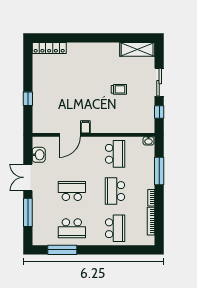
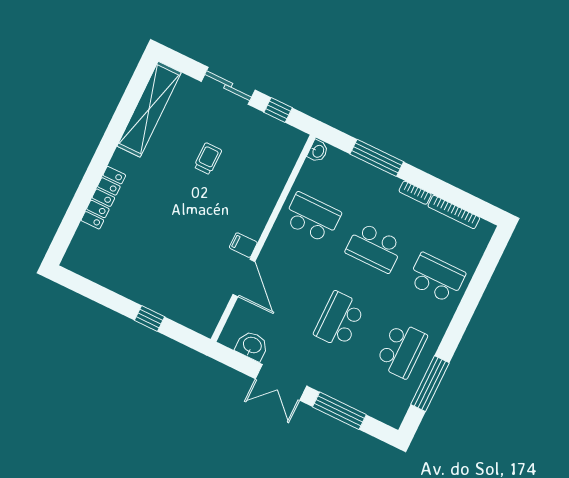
locker: (49, 48) -> (103, 198), moved
shelving: (137, 49) -> (149, 109), width x1.47

